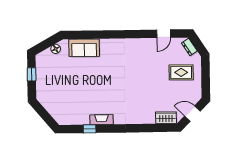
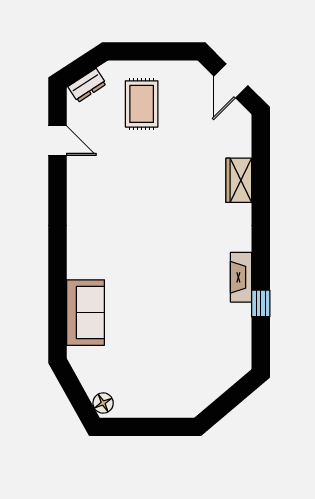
floor lamp: (56, 49) -> (103, 403), moved
window: (32, 74) -> (142, 427), removed
wardrobe: (166, 118) -> (239, 180), moved

